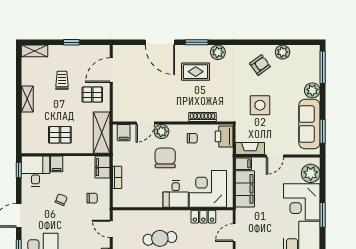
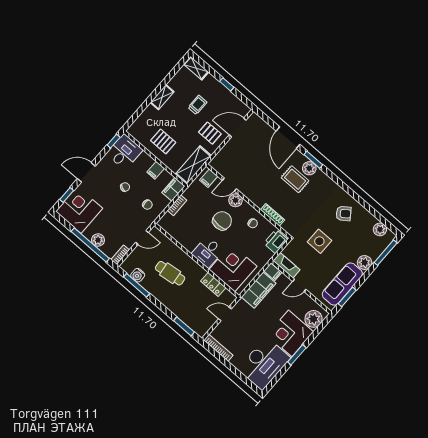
plant: (218, 52) -> (309, 168), moved
plant: (283, 52) -> (380, 229), moved
filing cabinet: (57, 164) -> (156, 170), moved
door: (111, 229) -> (142, 237), swing flipped

